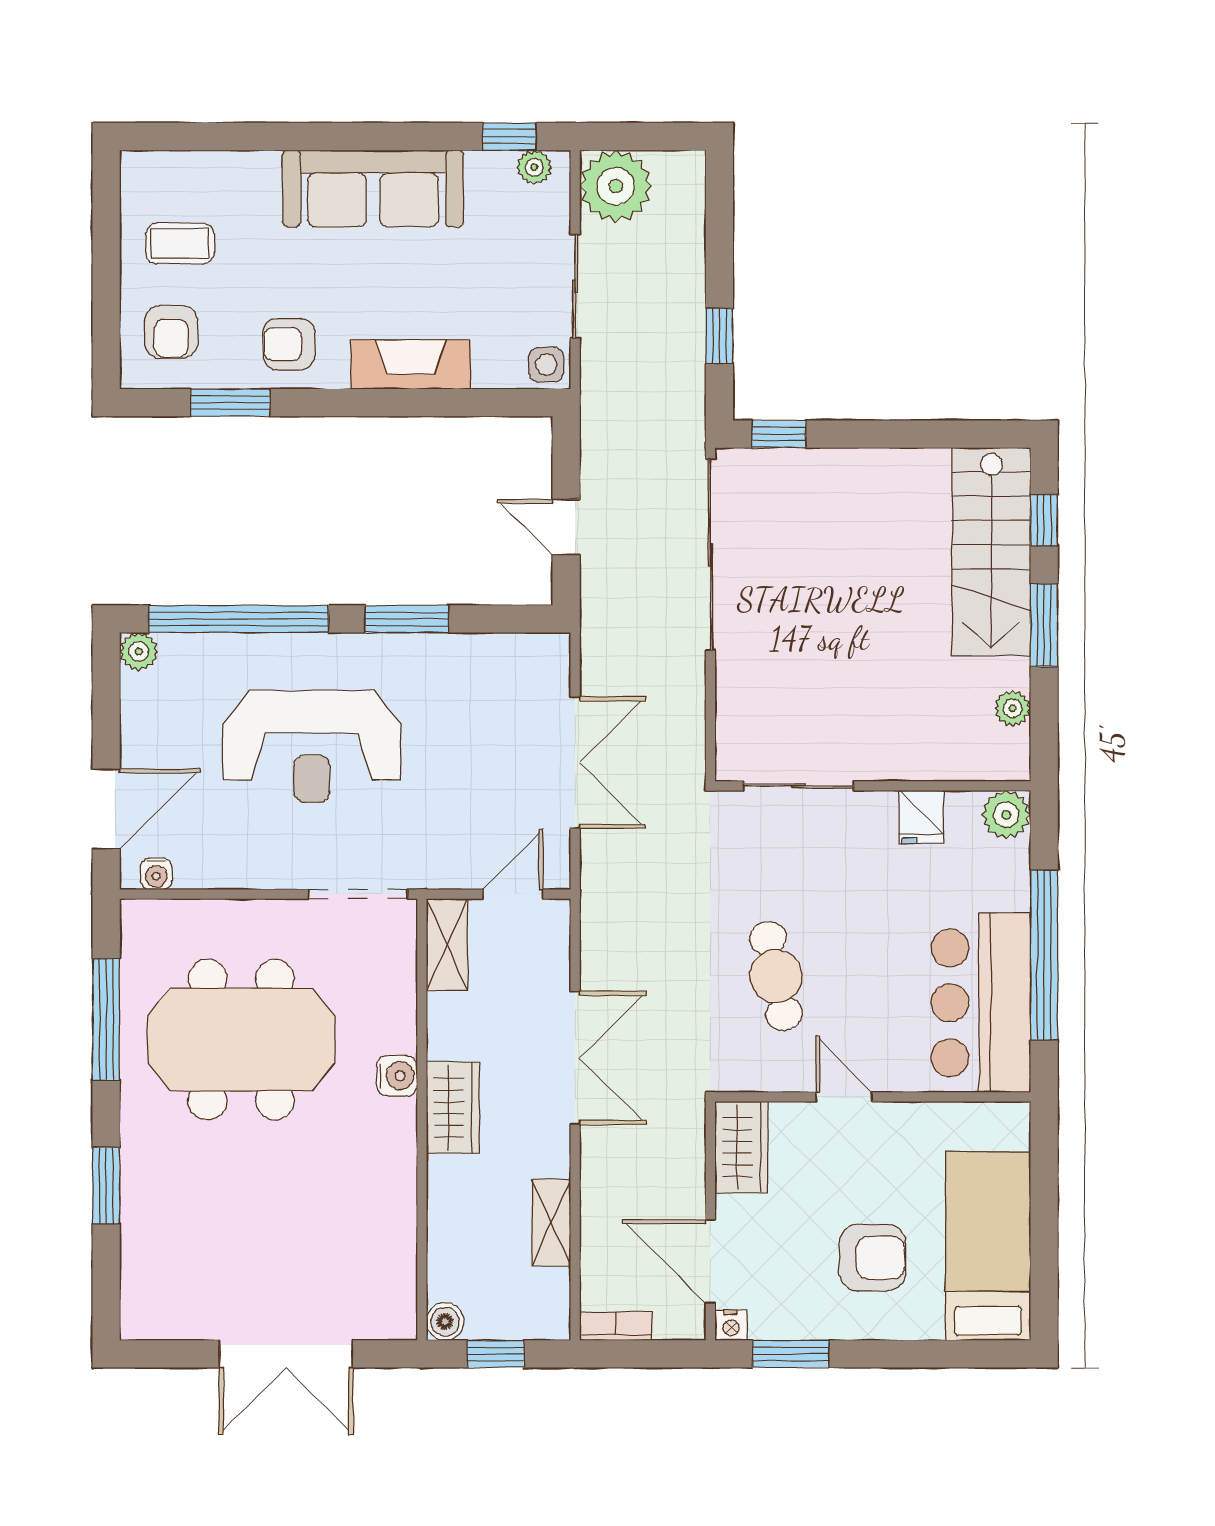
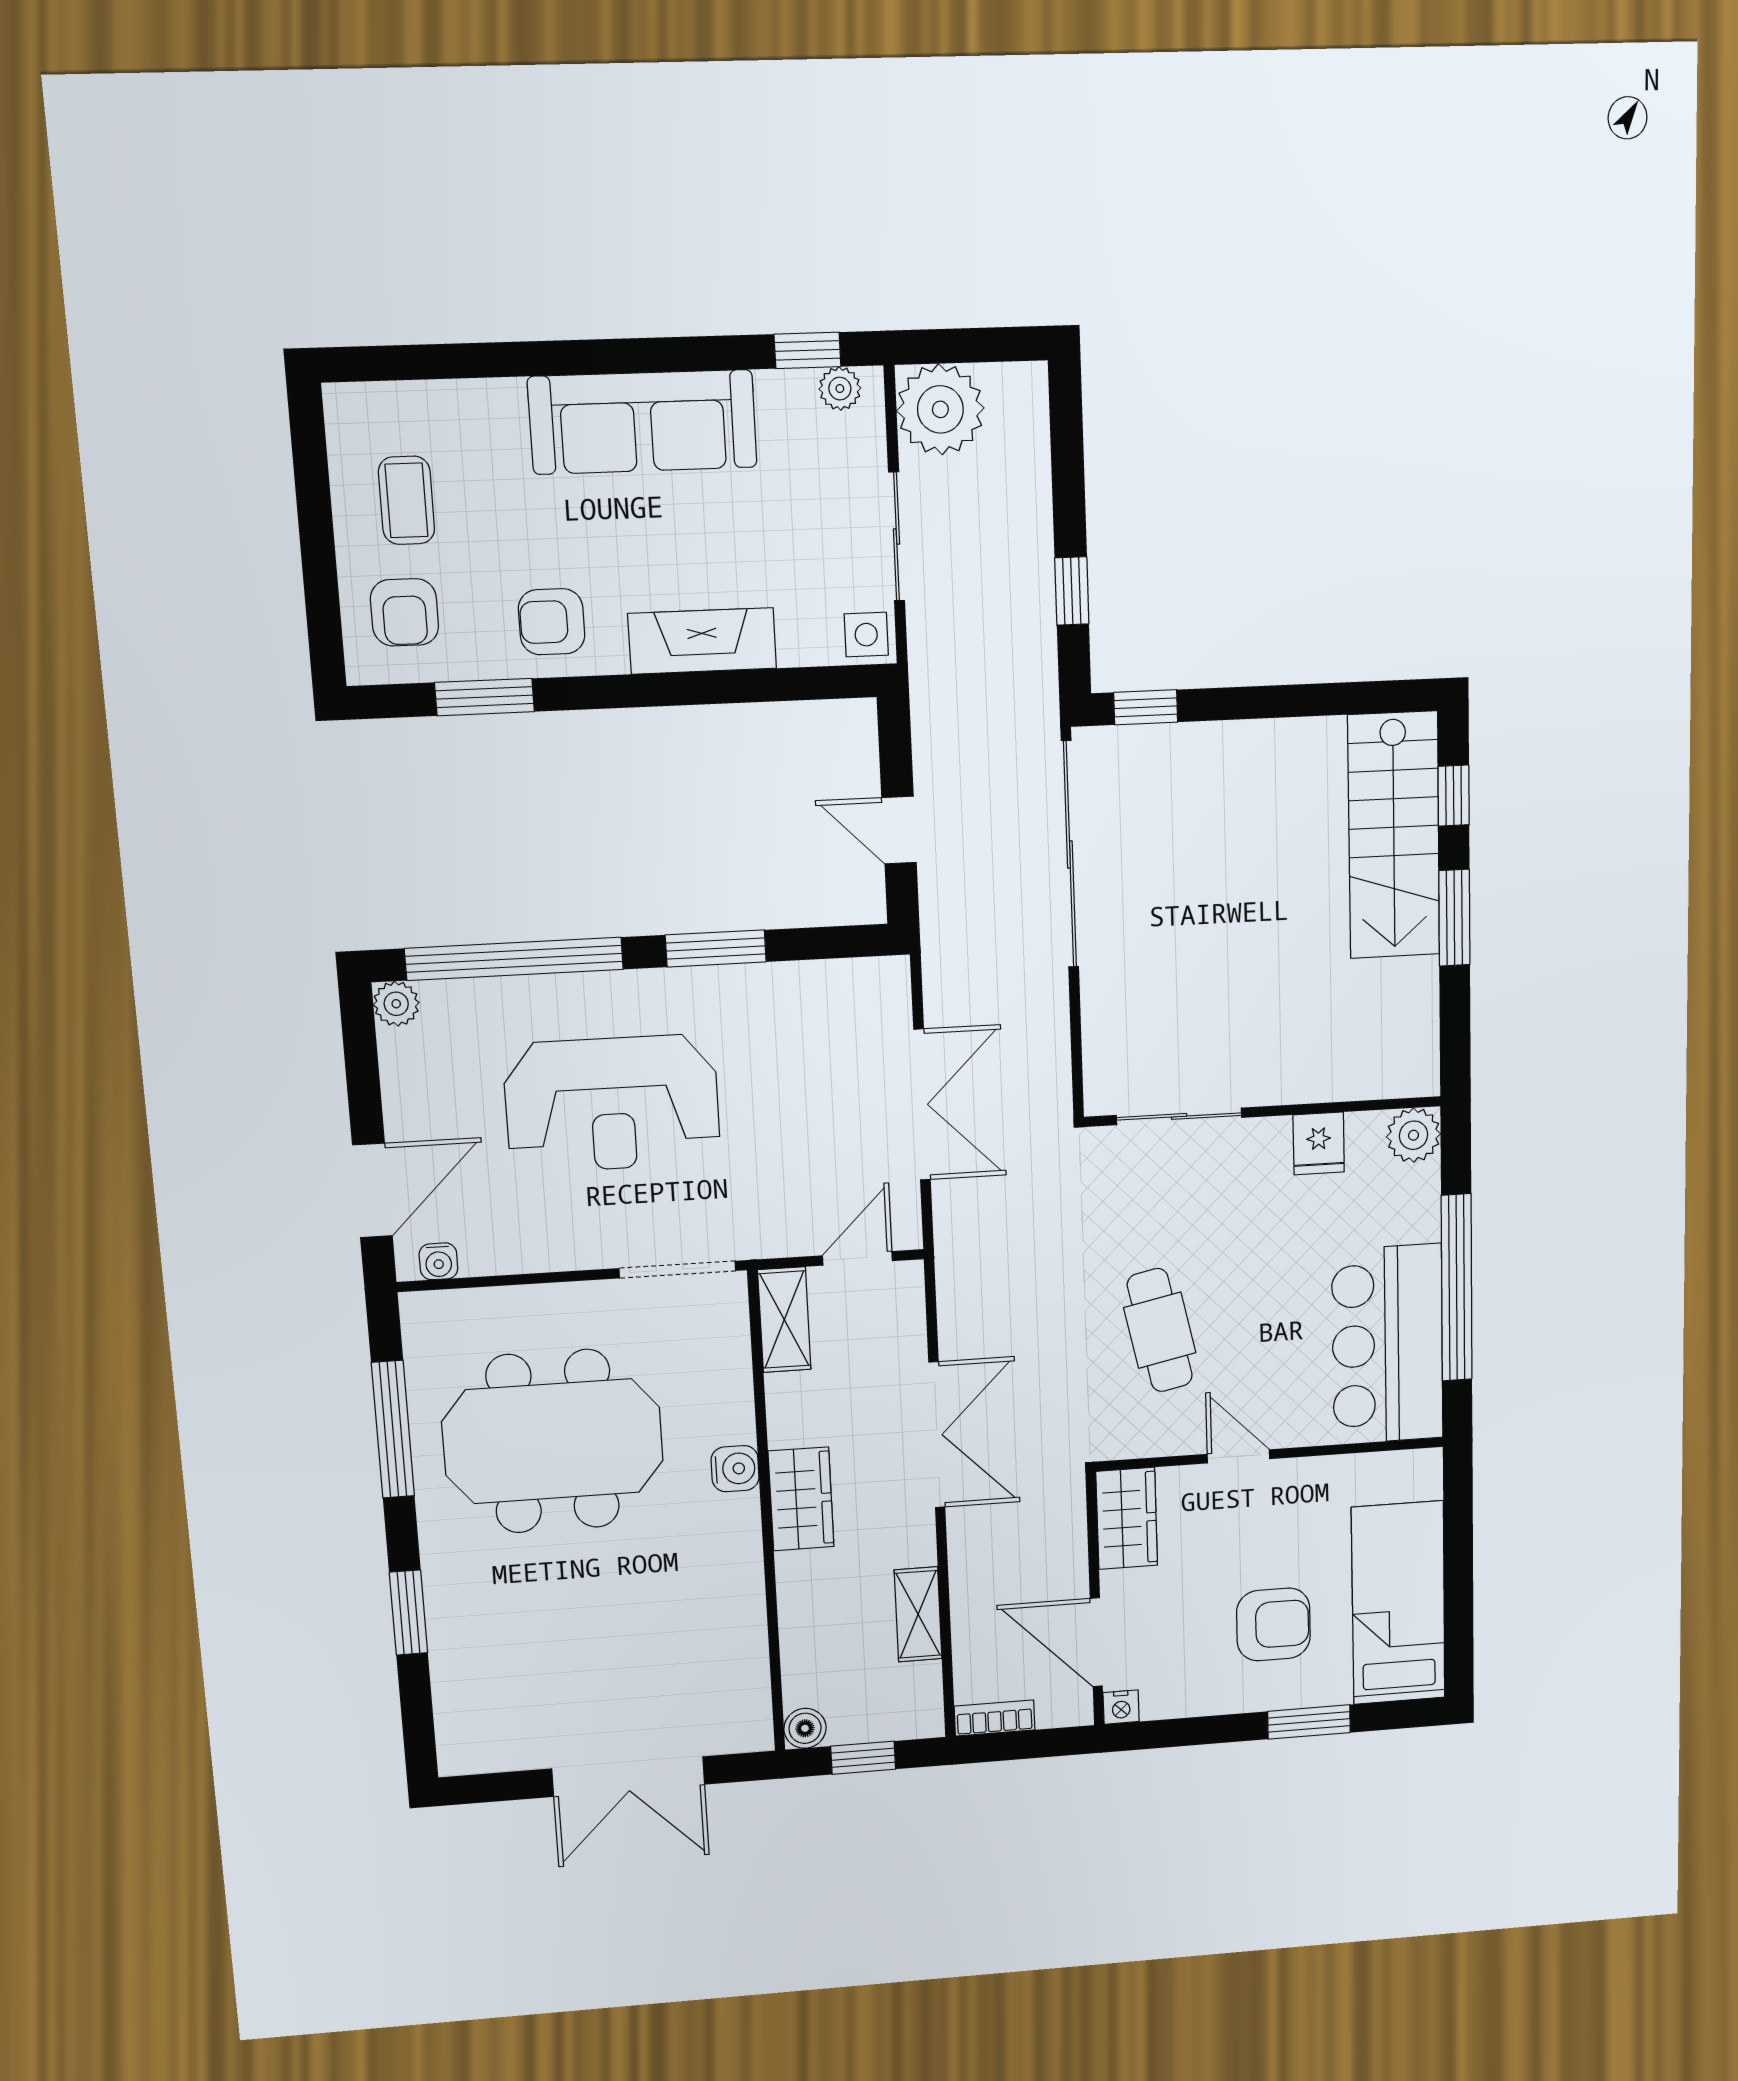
coffee table: (180, 243) -> (406, 500), turned 90
plant: (1013, 708) -> (1420, 1015), removed
window: (791, 1354) -> (1309, 1722), moved

